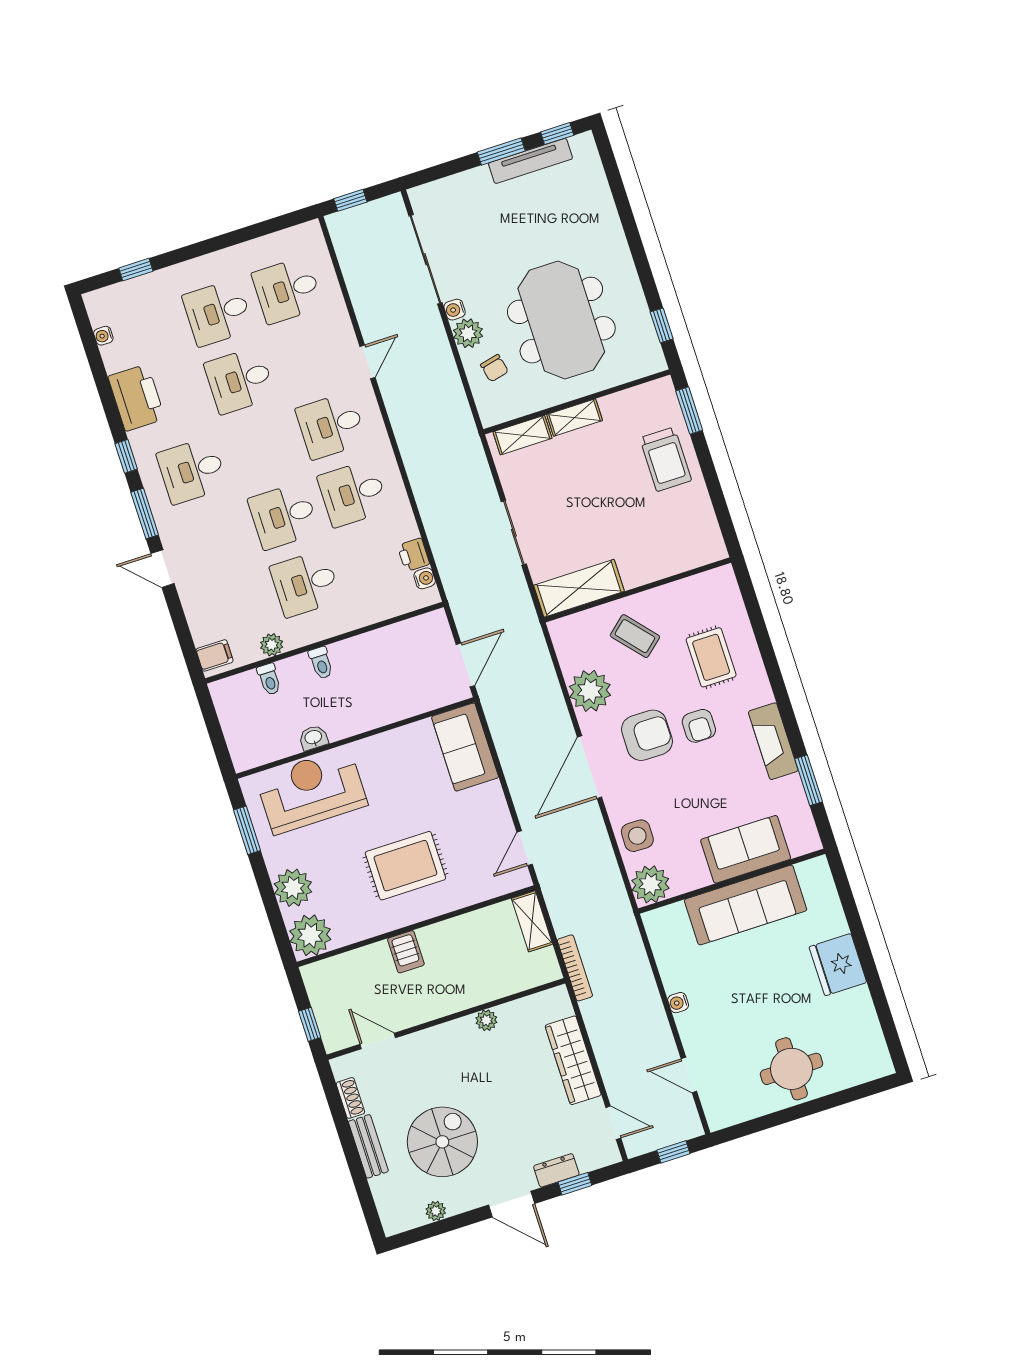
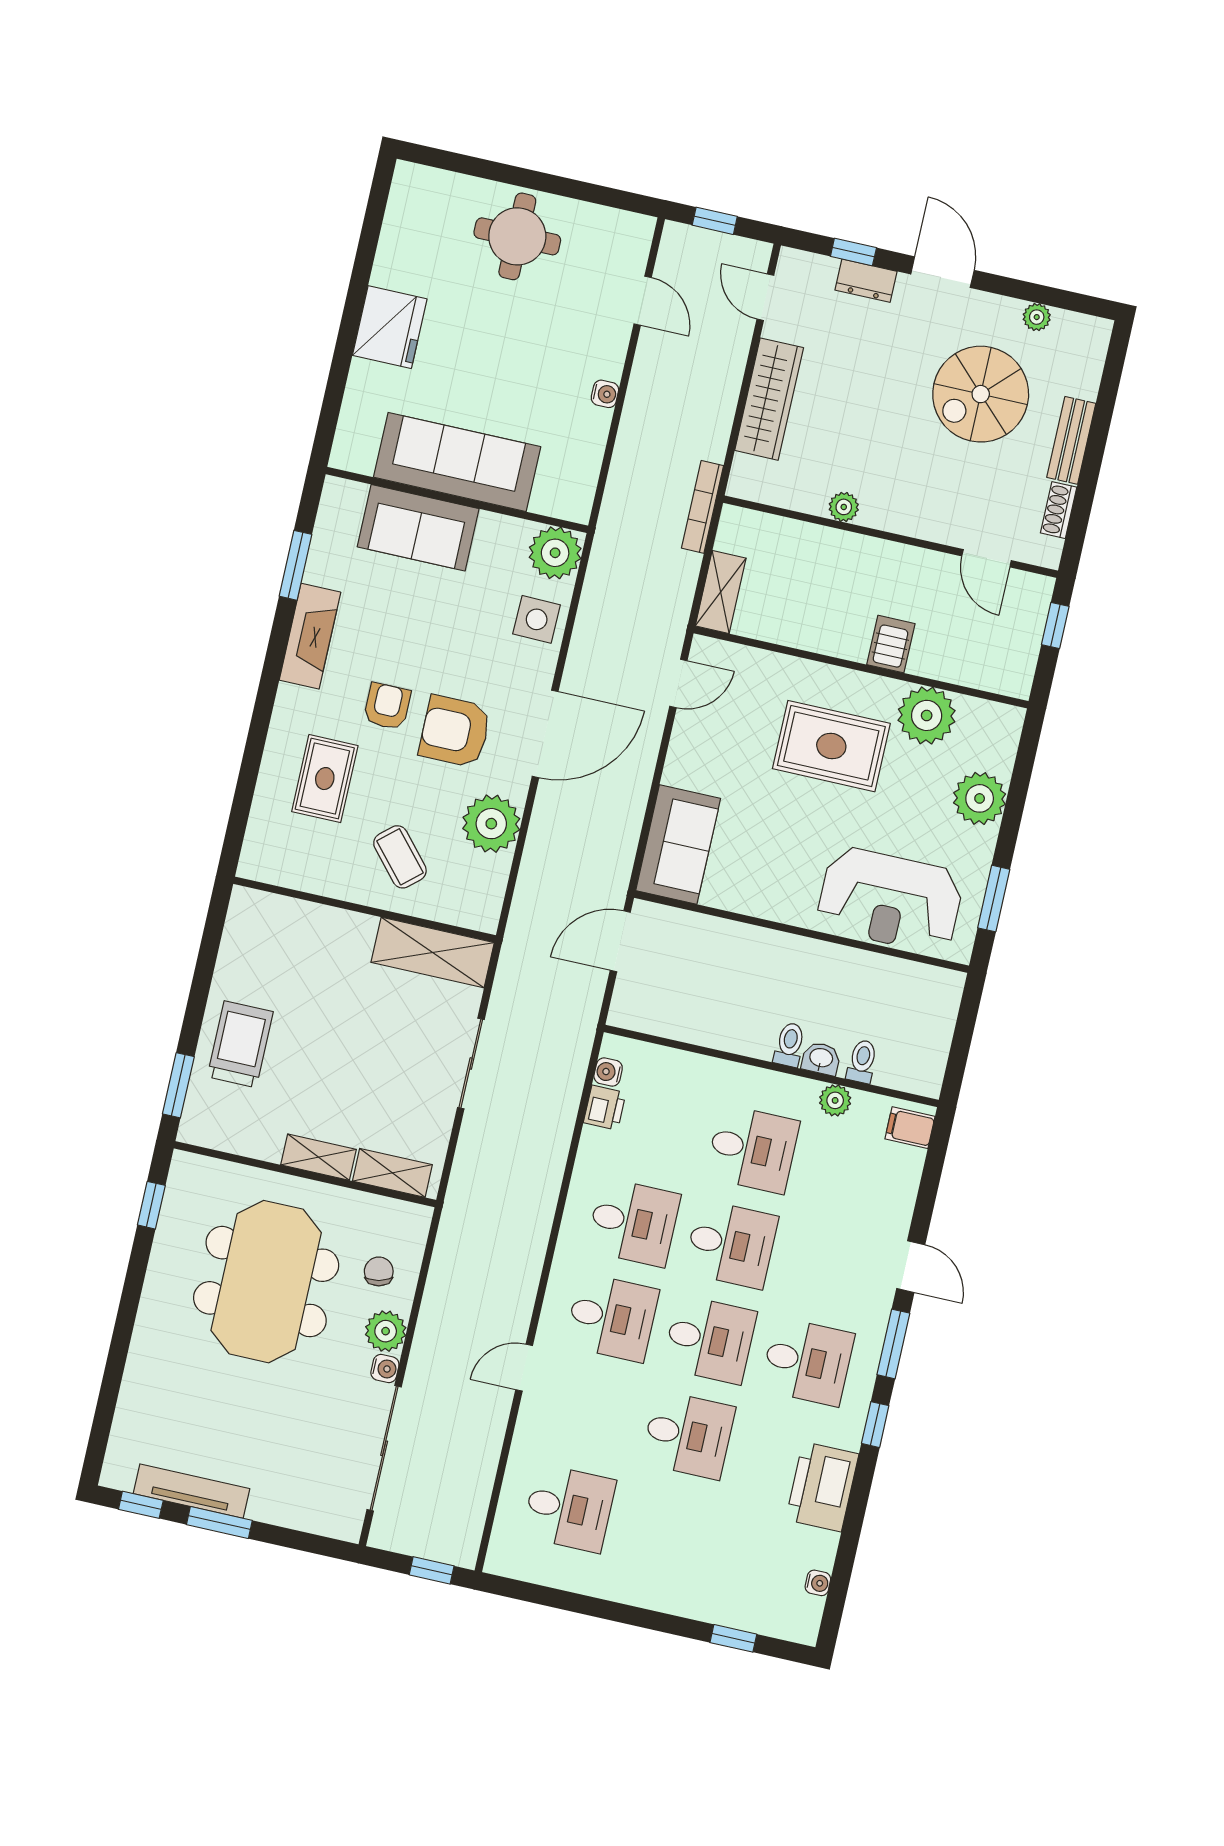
desk: (218, 313) -> (710, 1340), moved
washbasin: (313, 738) -> (821, 1059), moved, turned 180
plant: (310, 935) -> (927, 715), moved

